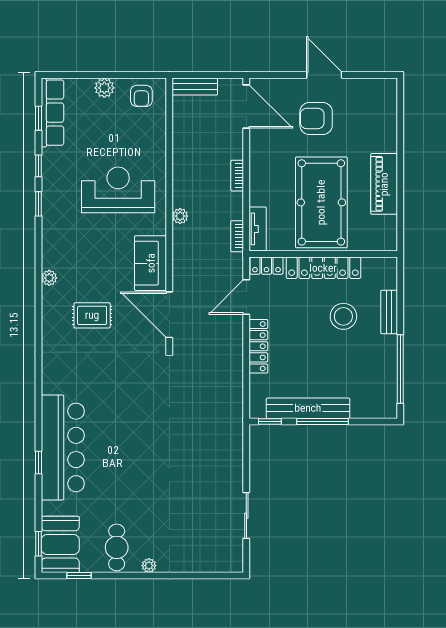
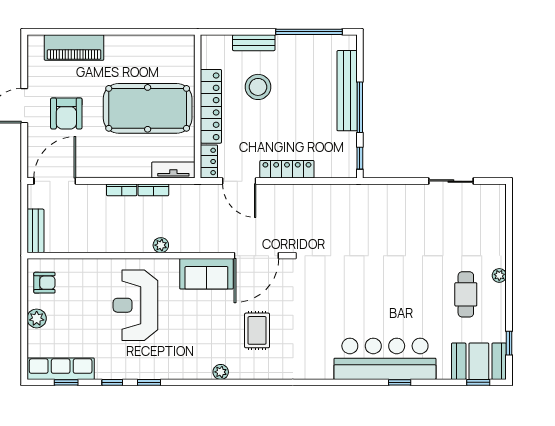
piano: (384, 184) -> (74, 48), moved
bookcase: (237, 236) -> (153, 190), moved
bench: (308, 408) -> (347, 91), moved
cafe table: (117, 547) -> (466, 294), moved, turned 90

